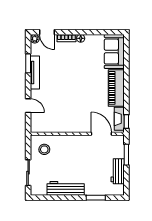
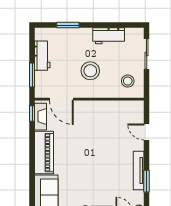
stool: (76, 158) -> (90, 71), added
workbench: (66, 188) -> (109, 36), width x0.73

